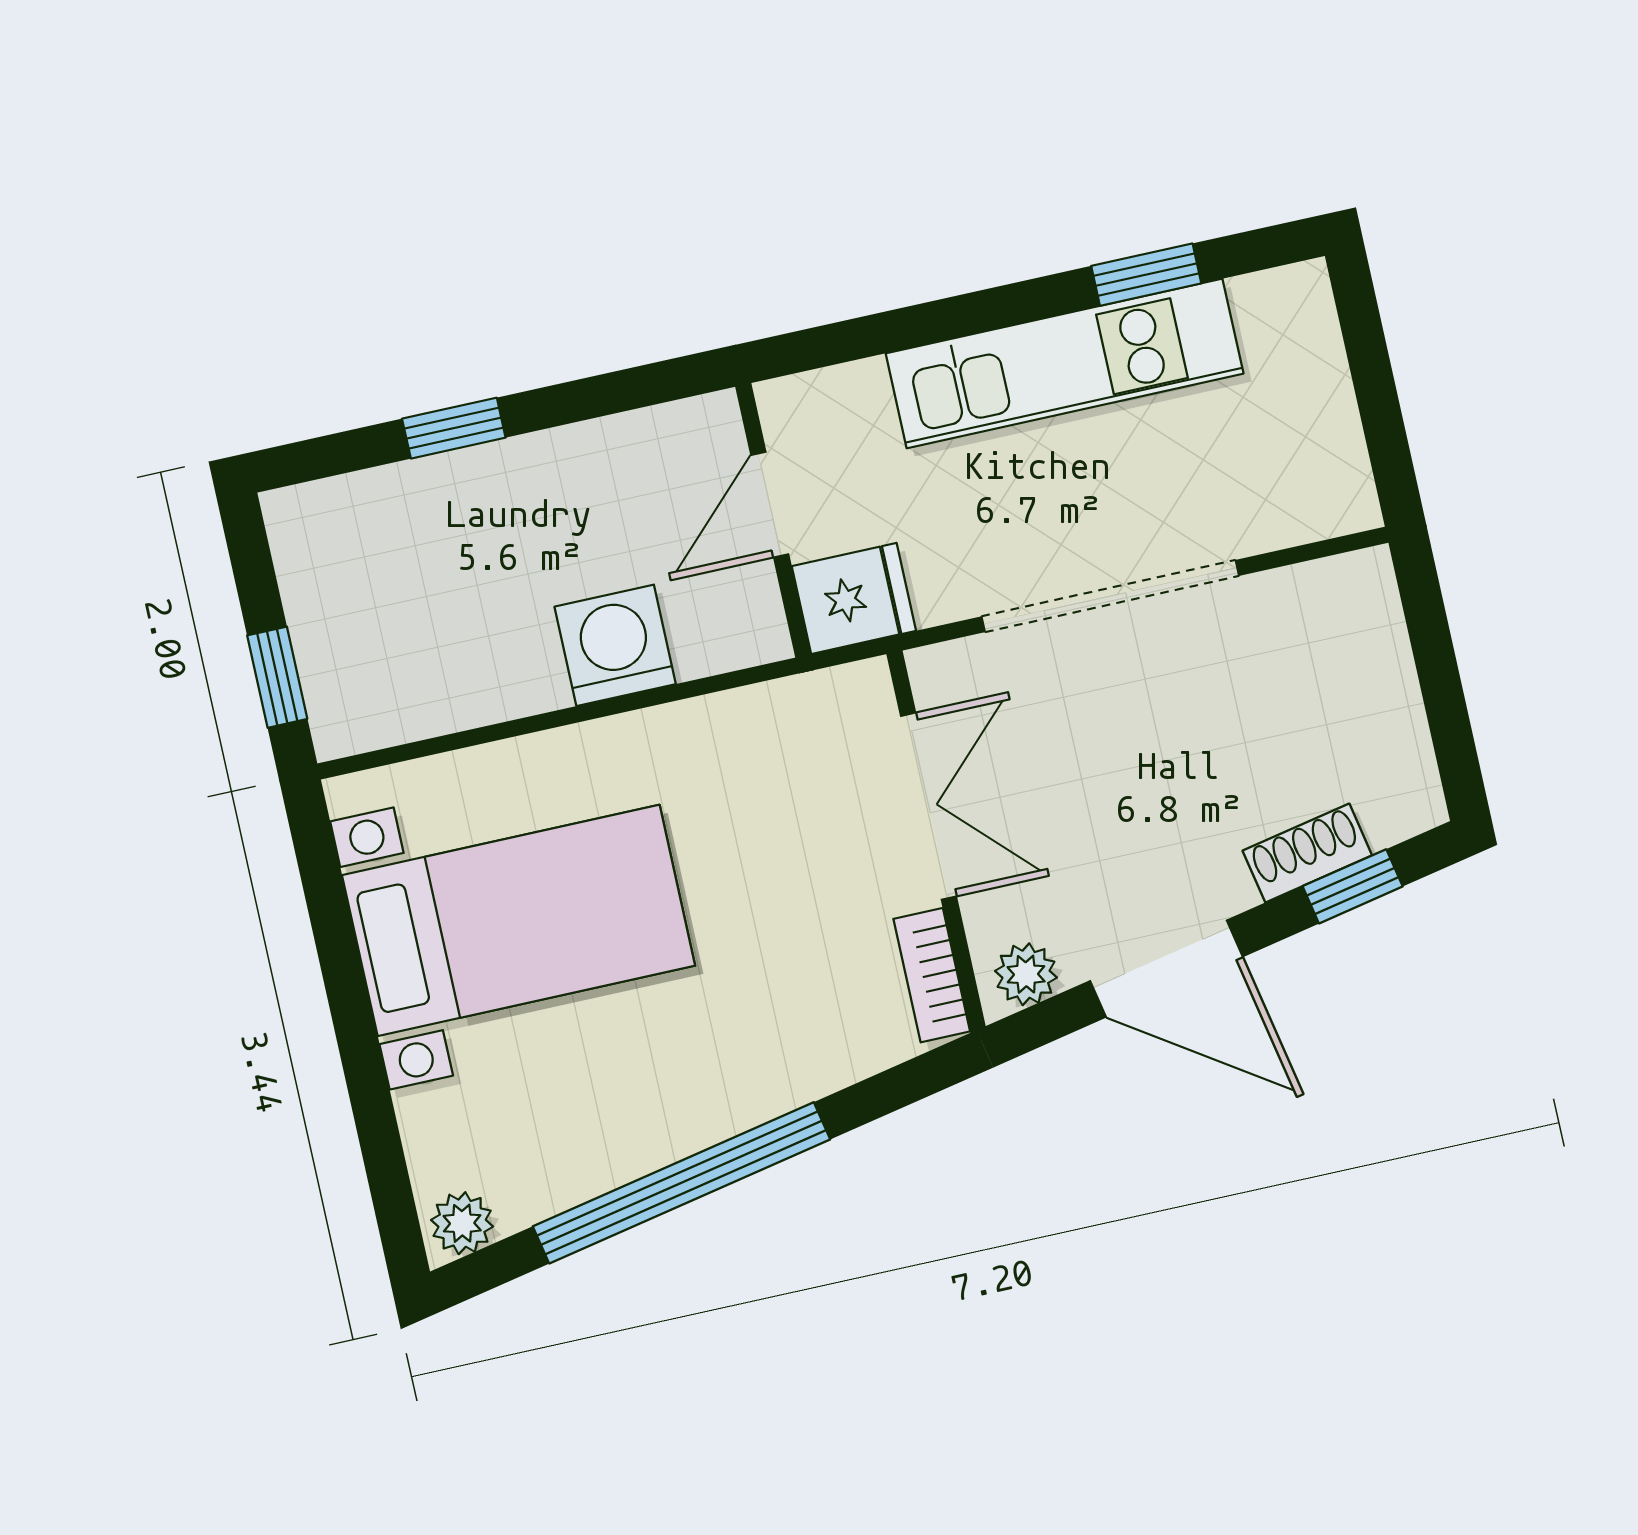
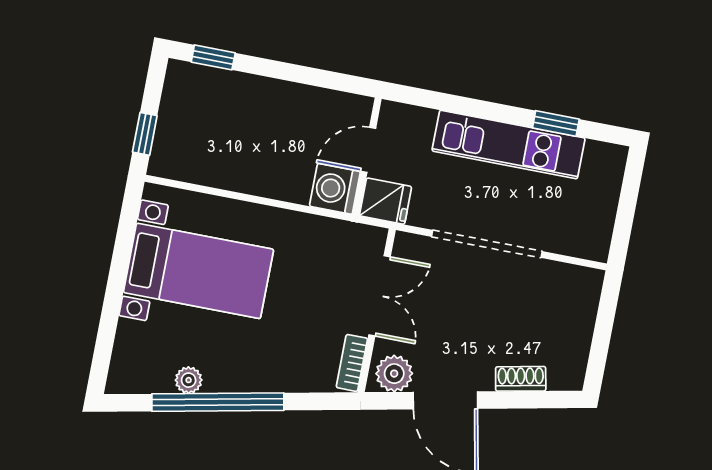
window: (454, 428) -> (213, 57), moved
washing machine: (615, 645) -> (335, 189), moved, turned -90
window: (1353, 886) -> (533, 400), removed
plant: (1026, 974) -> (394, 374), width x1.38, depth x1.38
plant: (462, 1223) -> (189, 380), moved

